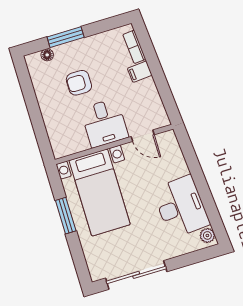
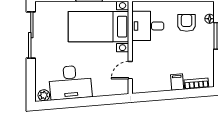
armchair: (79, 83) -> (187, 23), moved
desk: (104, 123) -> (148, 26), moved

